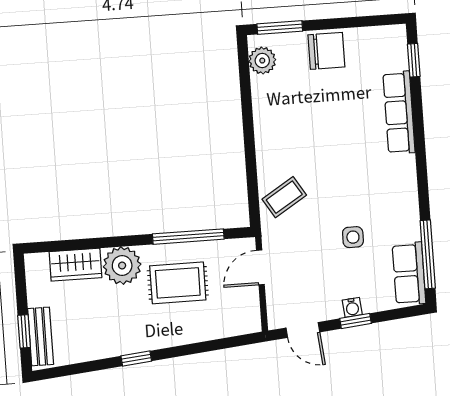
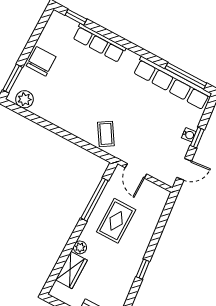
side table: (353, 237) -> (151, 110), removed
plant: (122, 266) -> (80, 247), width x0.53, depth x0.53
row of seats: (409, 274) -> (172, 83), width x2.02

